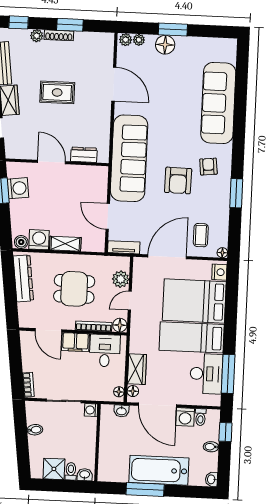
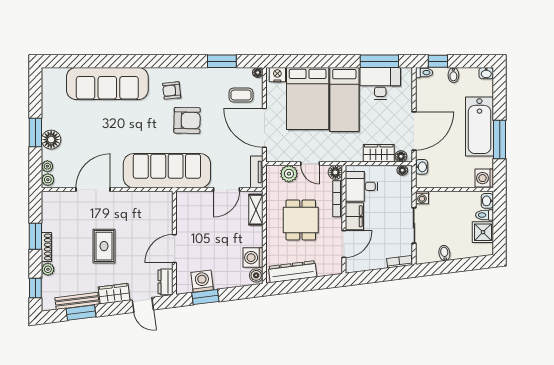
dresser: (84, 155) -> (165, 282), moved
window: (236, 193) -> (222, 61), moved
shelving: (65, 244) -> (256, 210), moved
washing machine: (185, 417) -> (484, 178), moved, turned 180
toilet: (201, 417) -> (424, 73), moved

